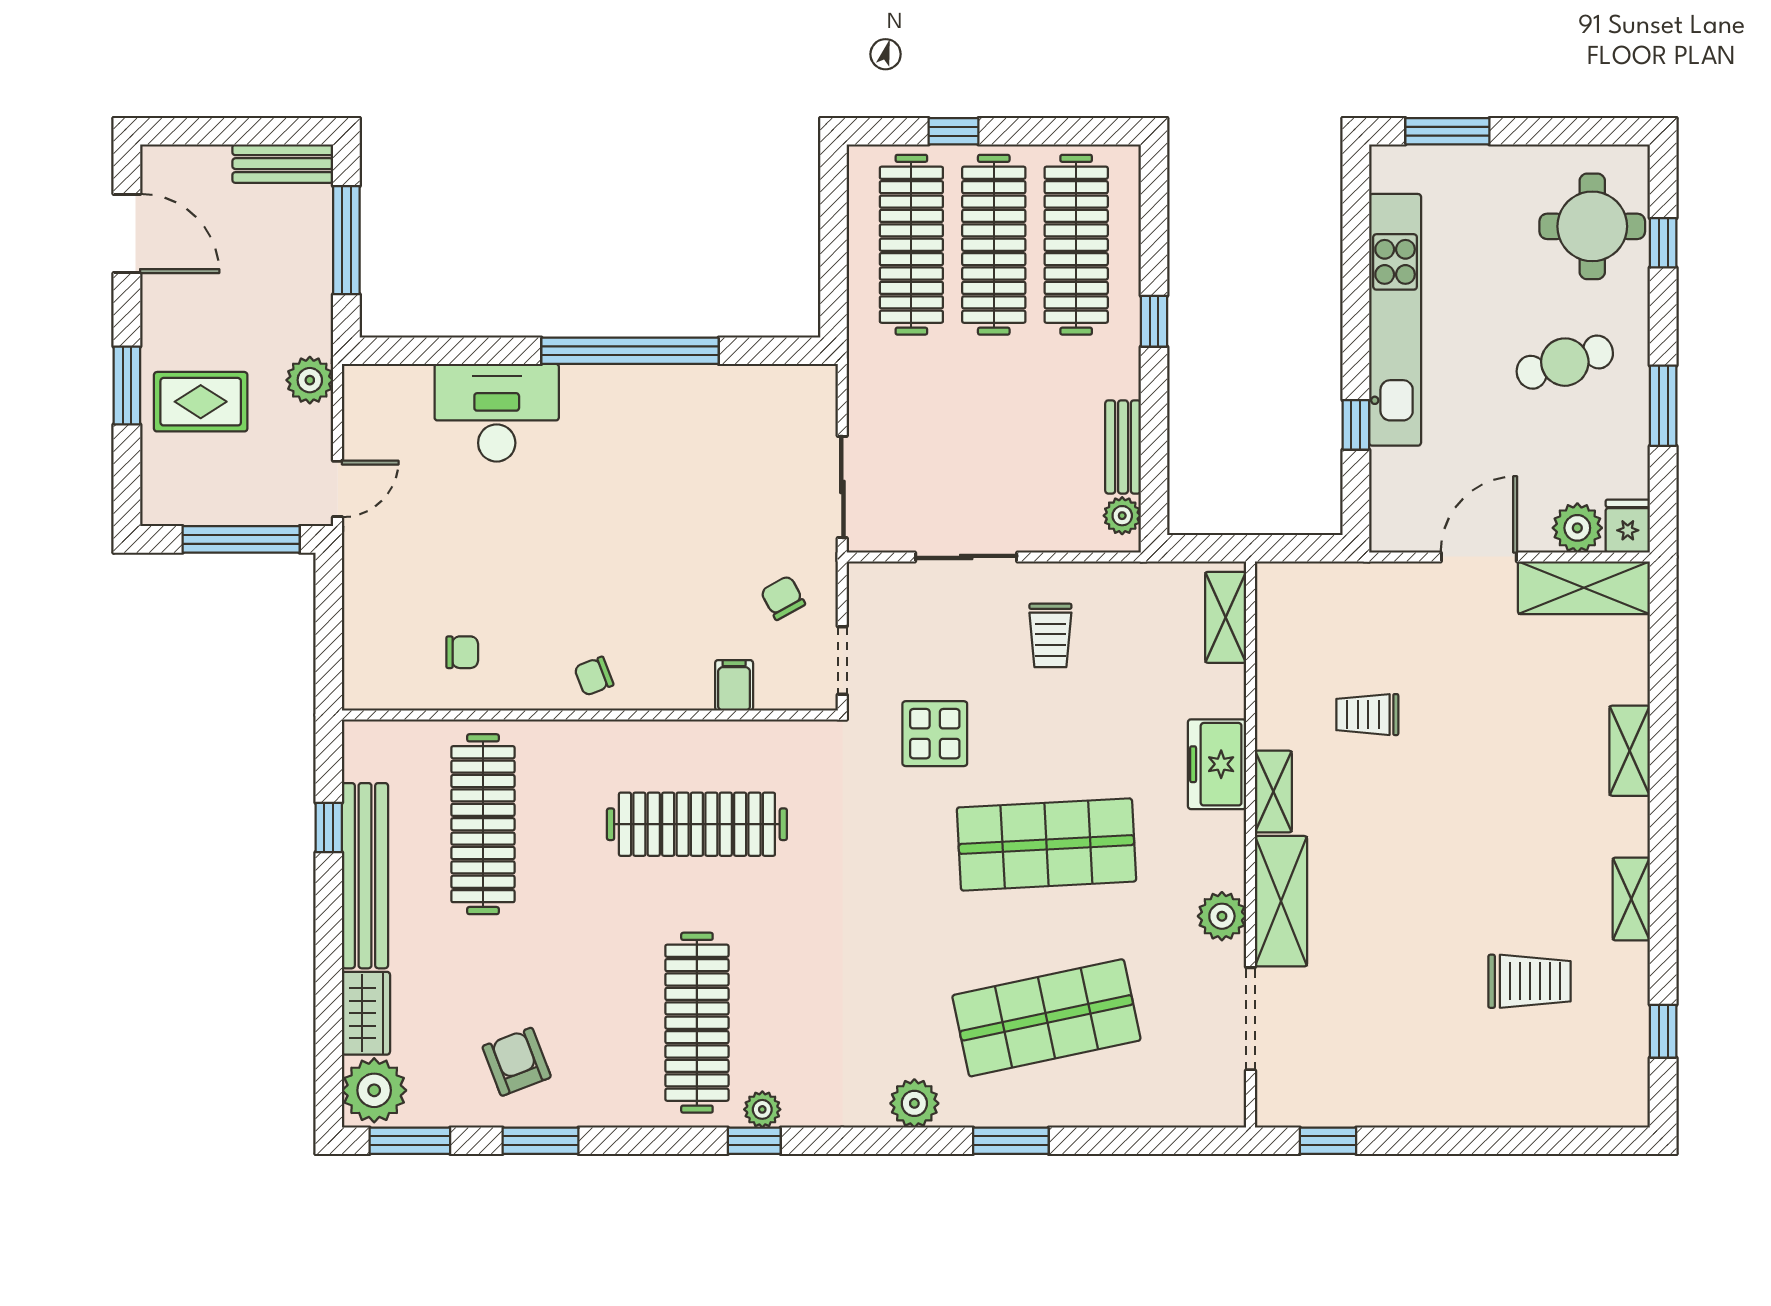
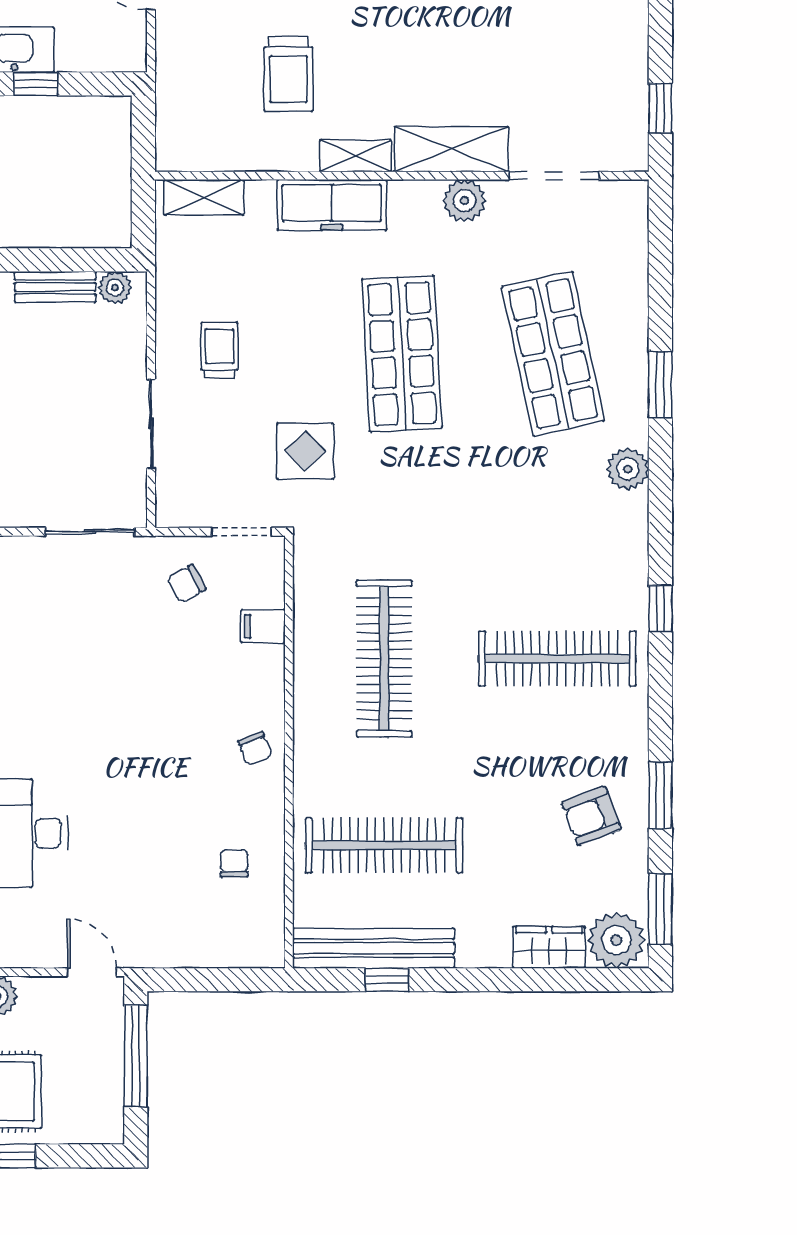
trolley: (1050, 635) -> (220, 350), turned -90
trolley: (1367, 715) -> (289, 74), width x1.36, depth x1.39
freezer: (1217, 764) -> (332, 205), width x1.40
bench: (365, 876) -> (374, 948), moved
plant: (762, 1109) -> (633, 602), removed

